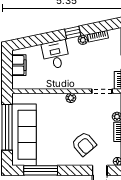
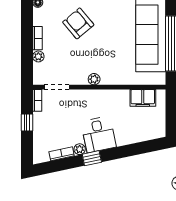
desk: (56, 55) -> (99, 134), moved
filing cabinet: (19, 65) -> (143, 98), moved, turned -90

